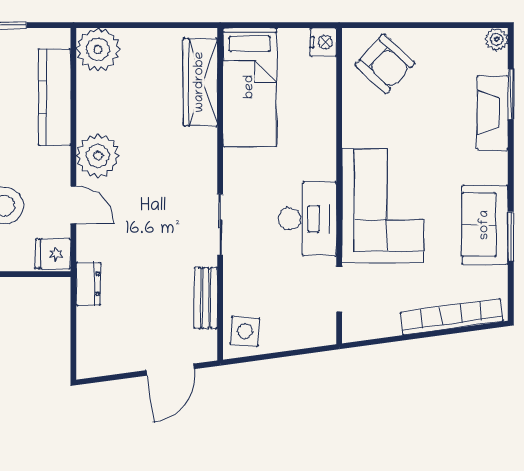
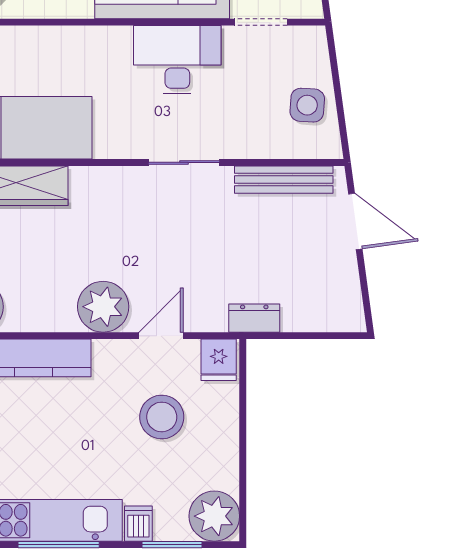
bench: (206, 298) -> (284, 180), width x1.36
side table: (245, 331) -> (307, 105), moved

